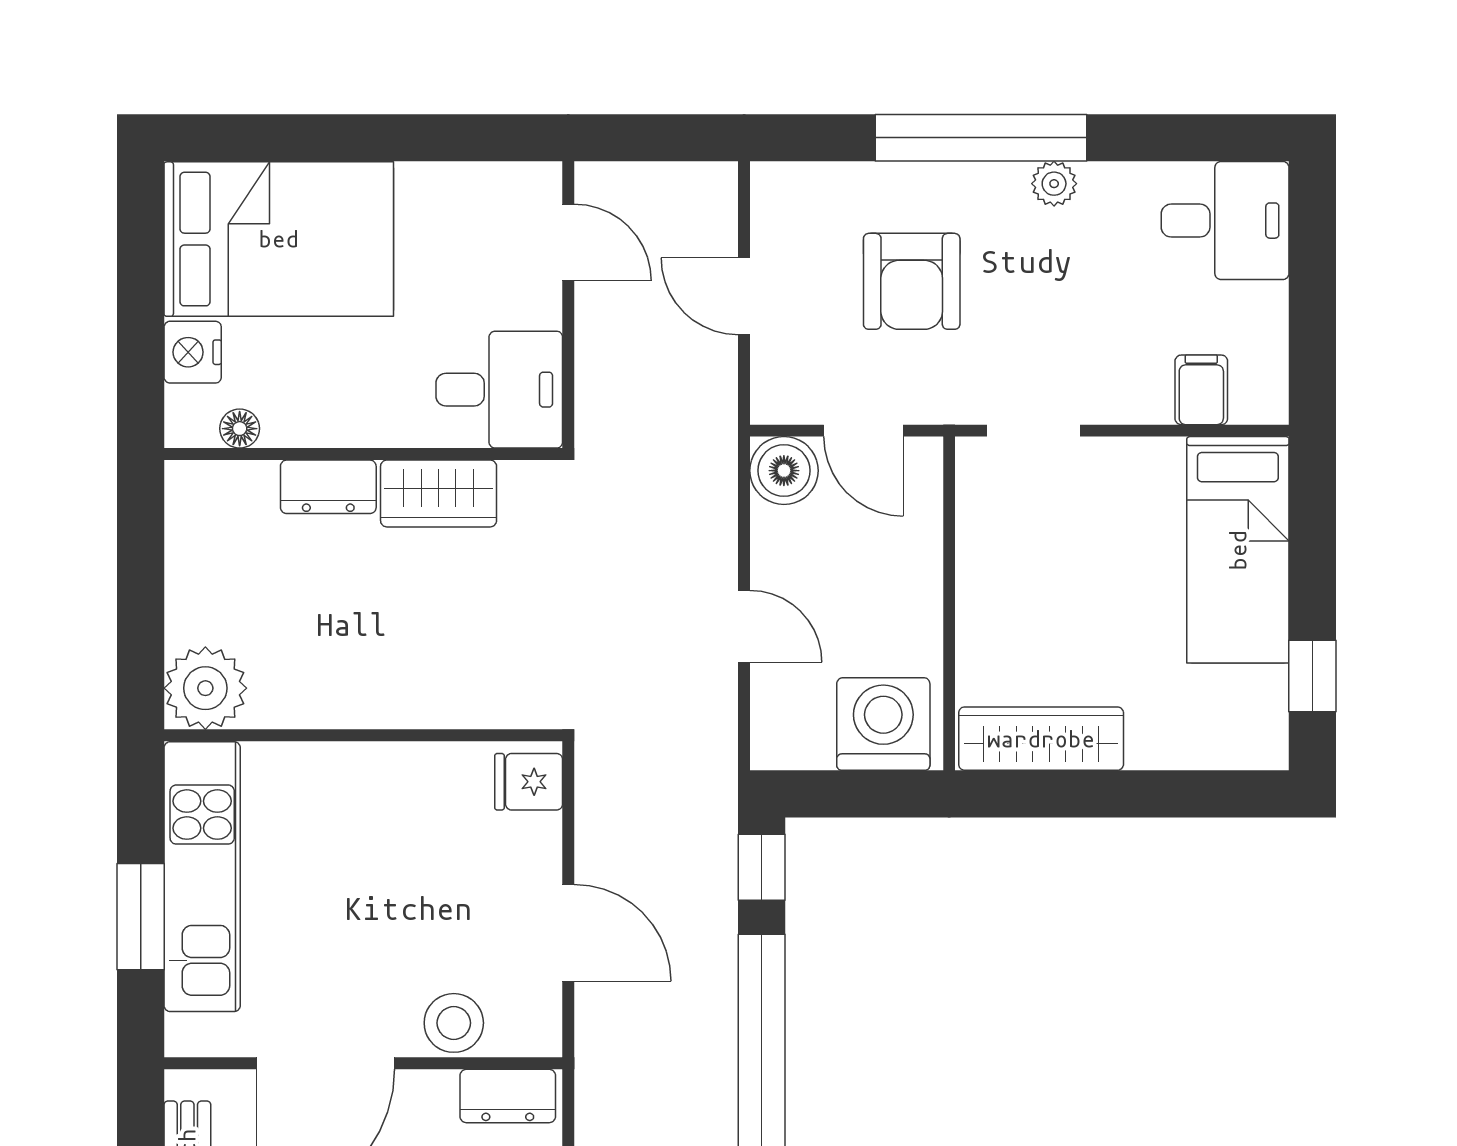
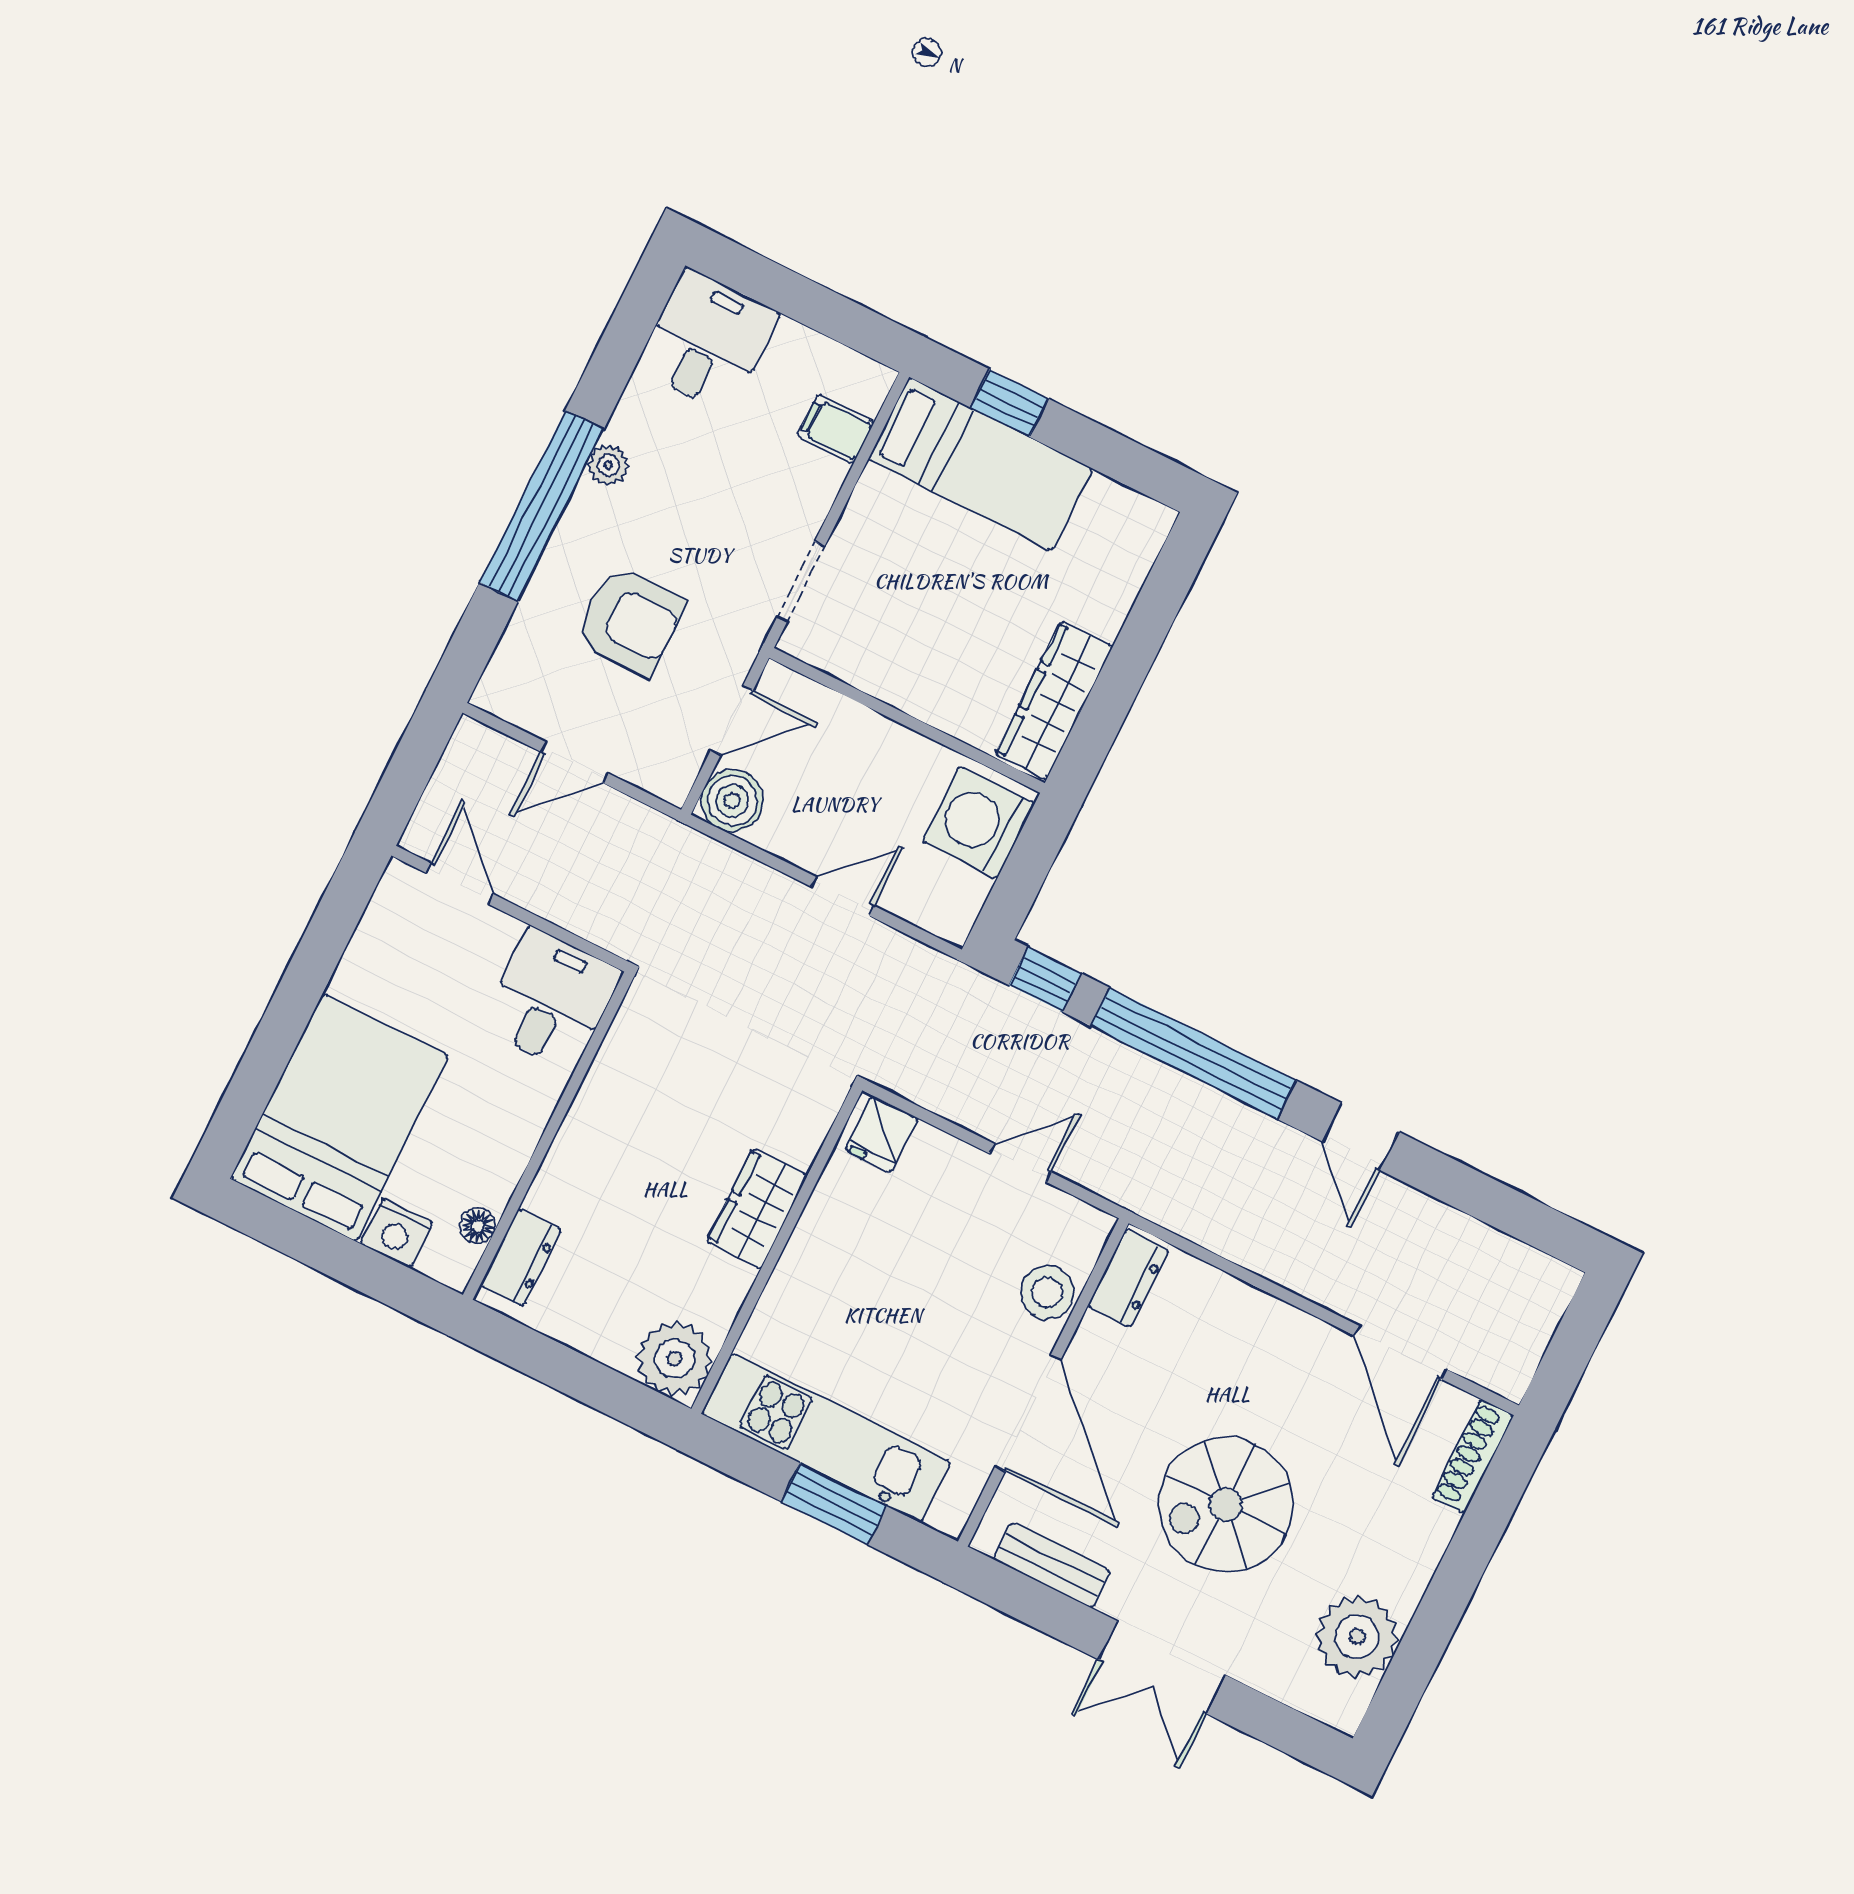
door: (568, 242) -> (460, 883), hinge flipped
dresser: (328, 487) -> (521, 1257), moved
wardrobe: (439, 493) -> (757, 1209), moved, turned 180
window: (1312, 676) -> (1010, 403), moved
door: (568, 933) -> (1020, 1163), width x0.73

